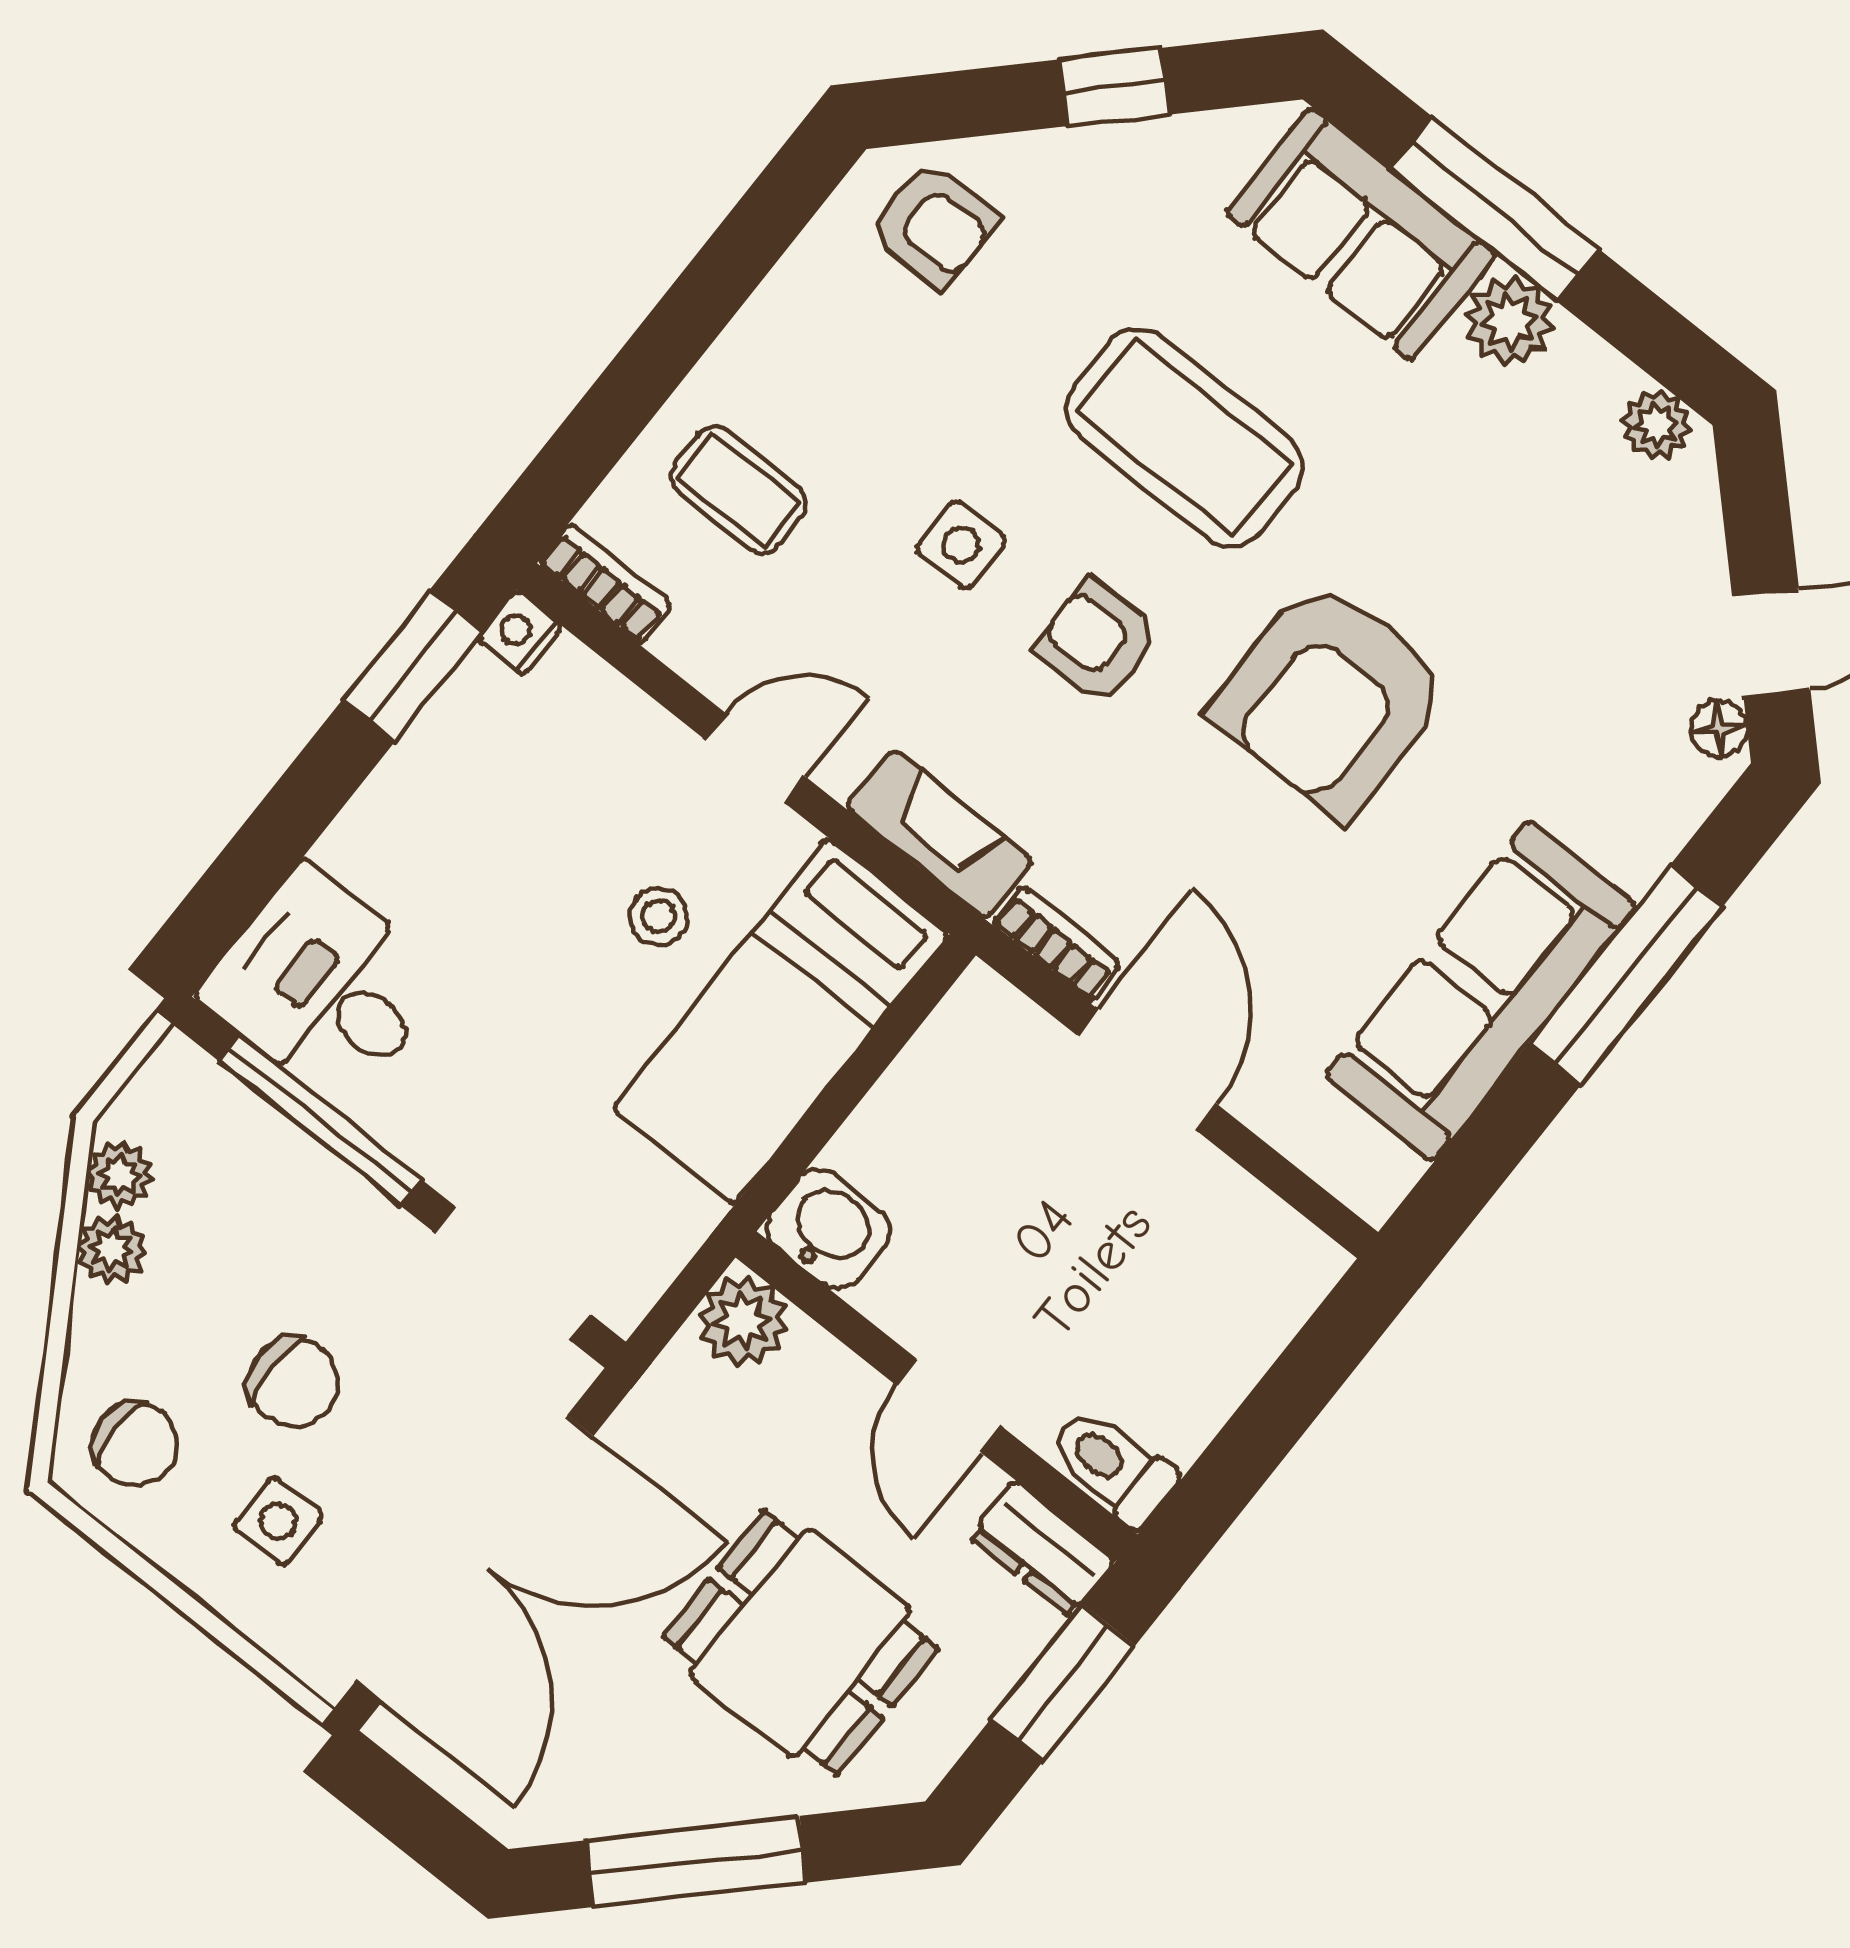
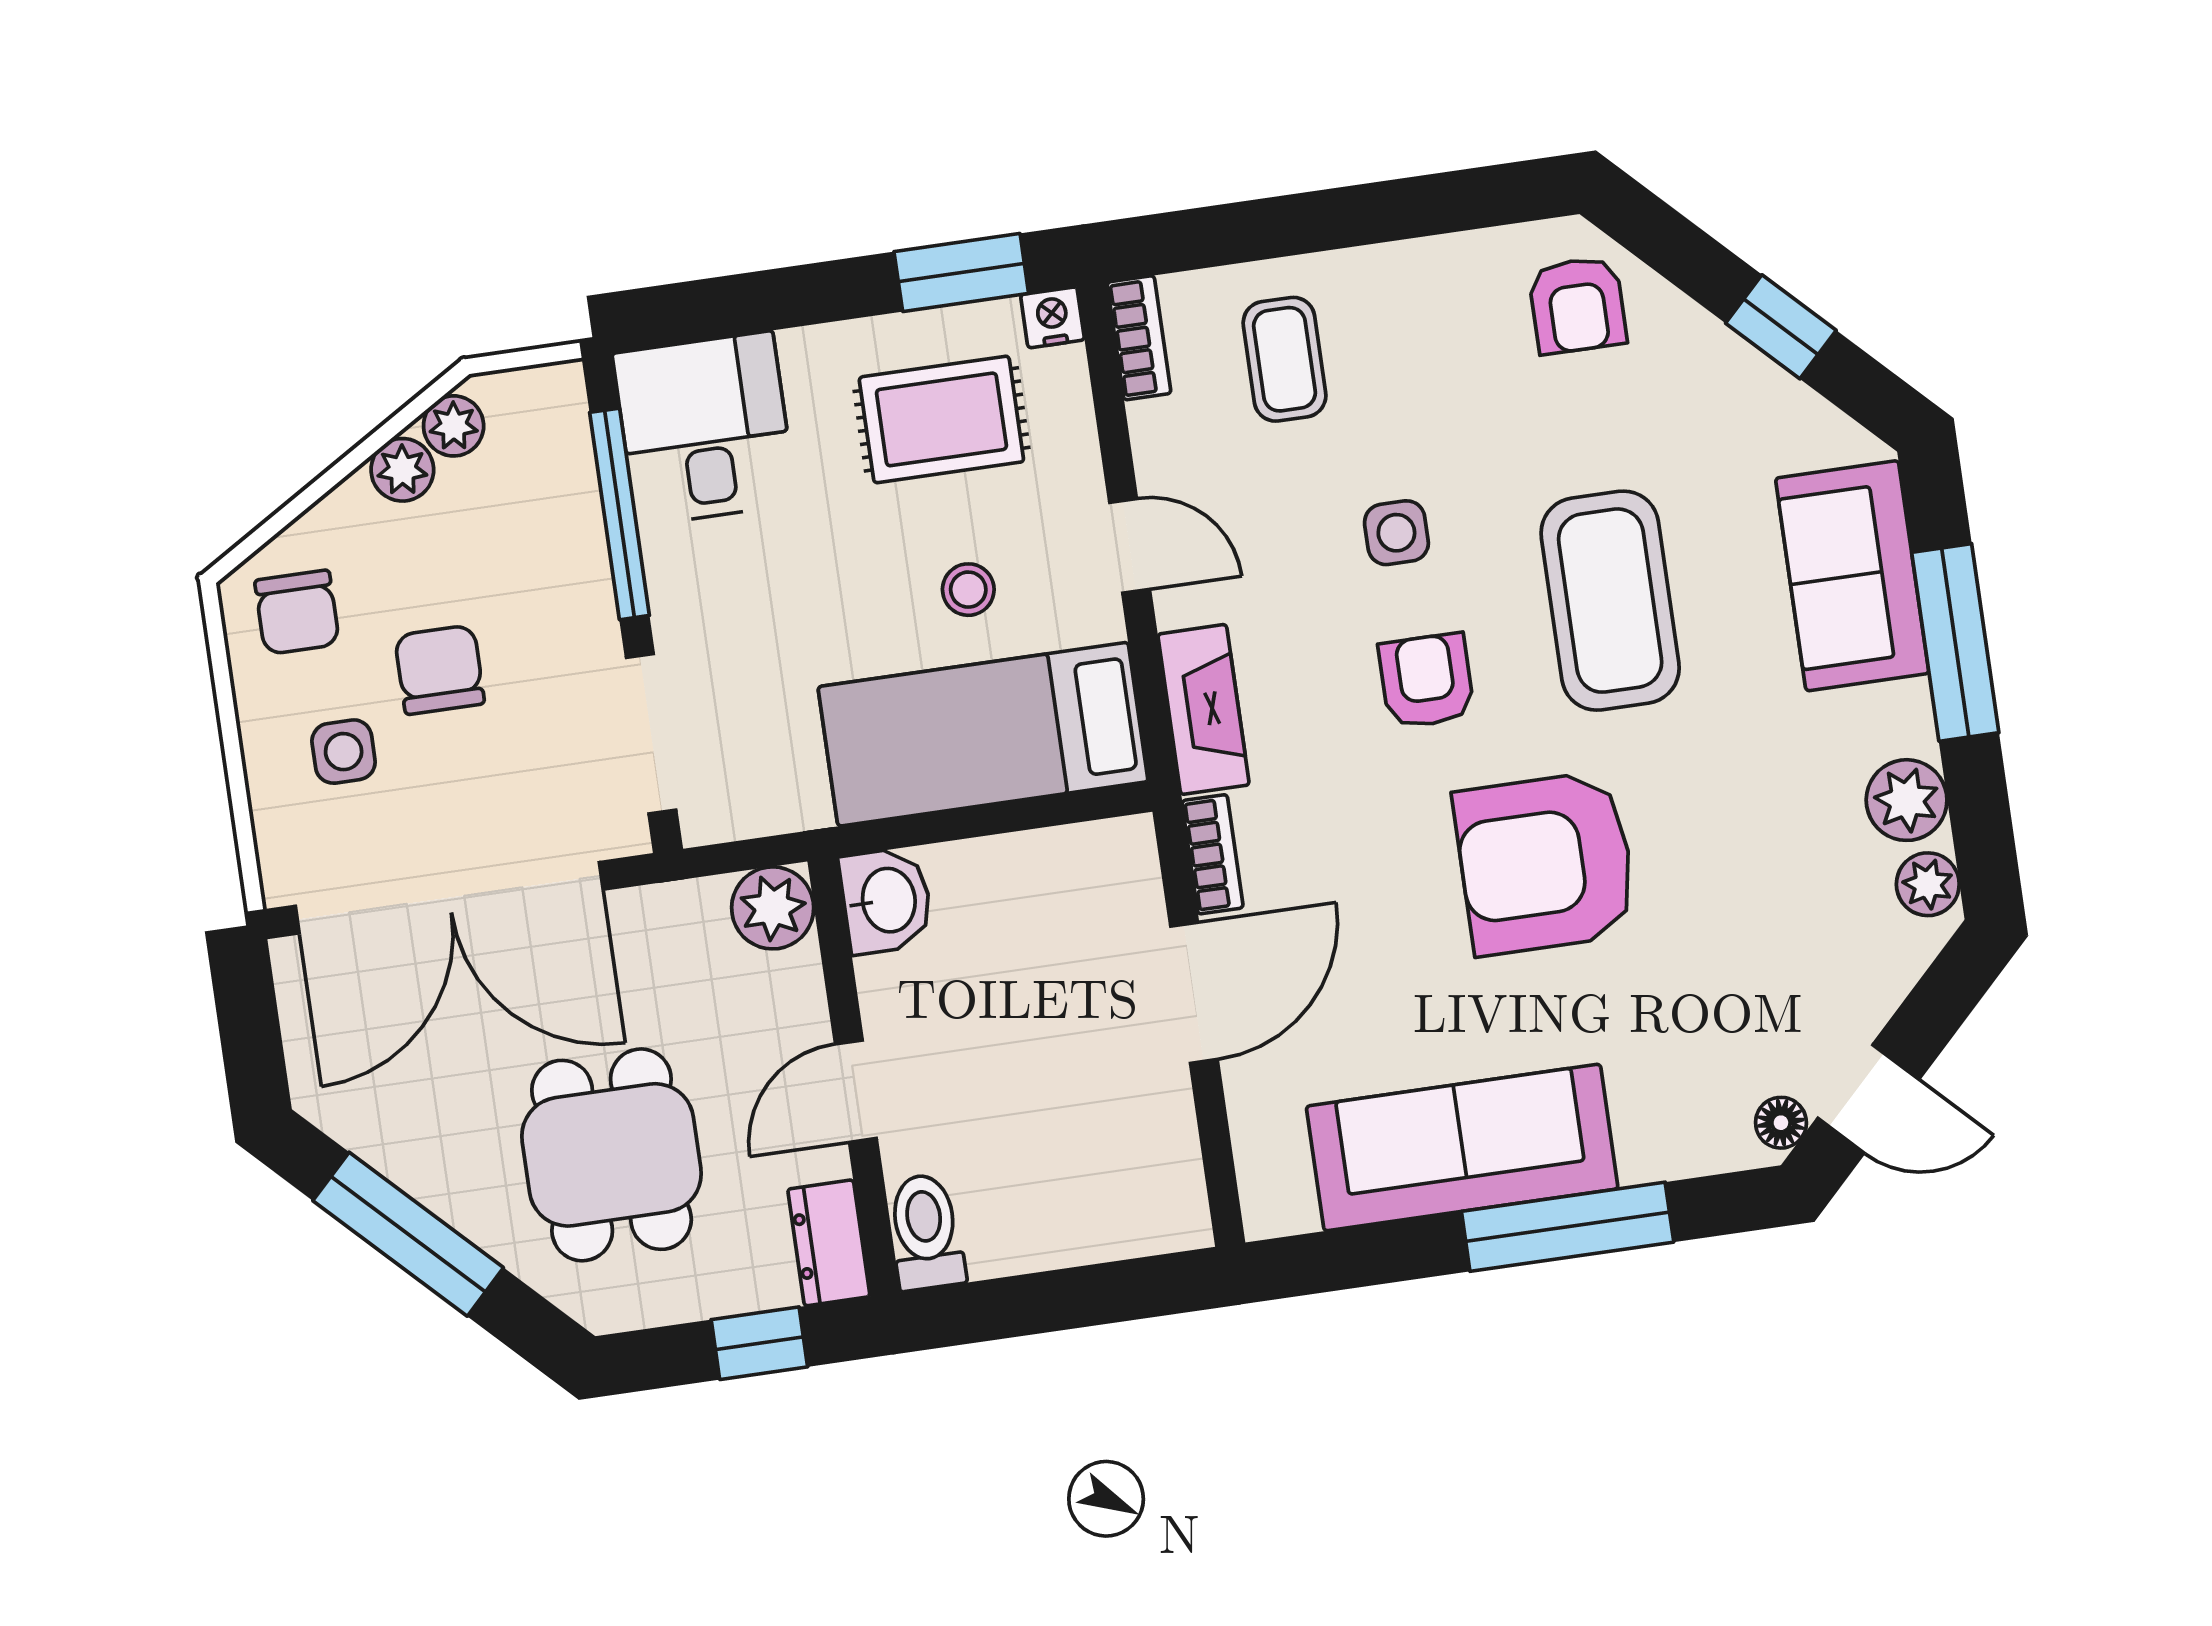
plant: (1509, 321) -> (1907, 800), moved
rug: (508, 799) -> (941, 419), added
chair: (293, 1382) -> (439, 670), turned 180
window: (1063, 1682) -> (759, 1343), width x0.67

